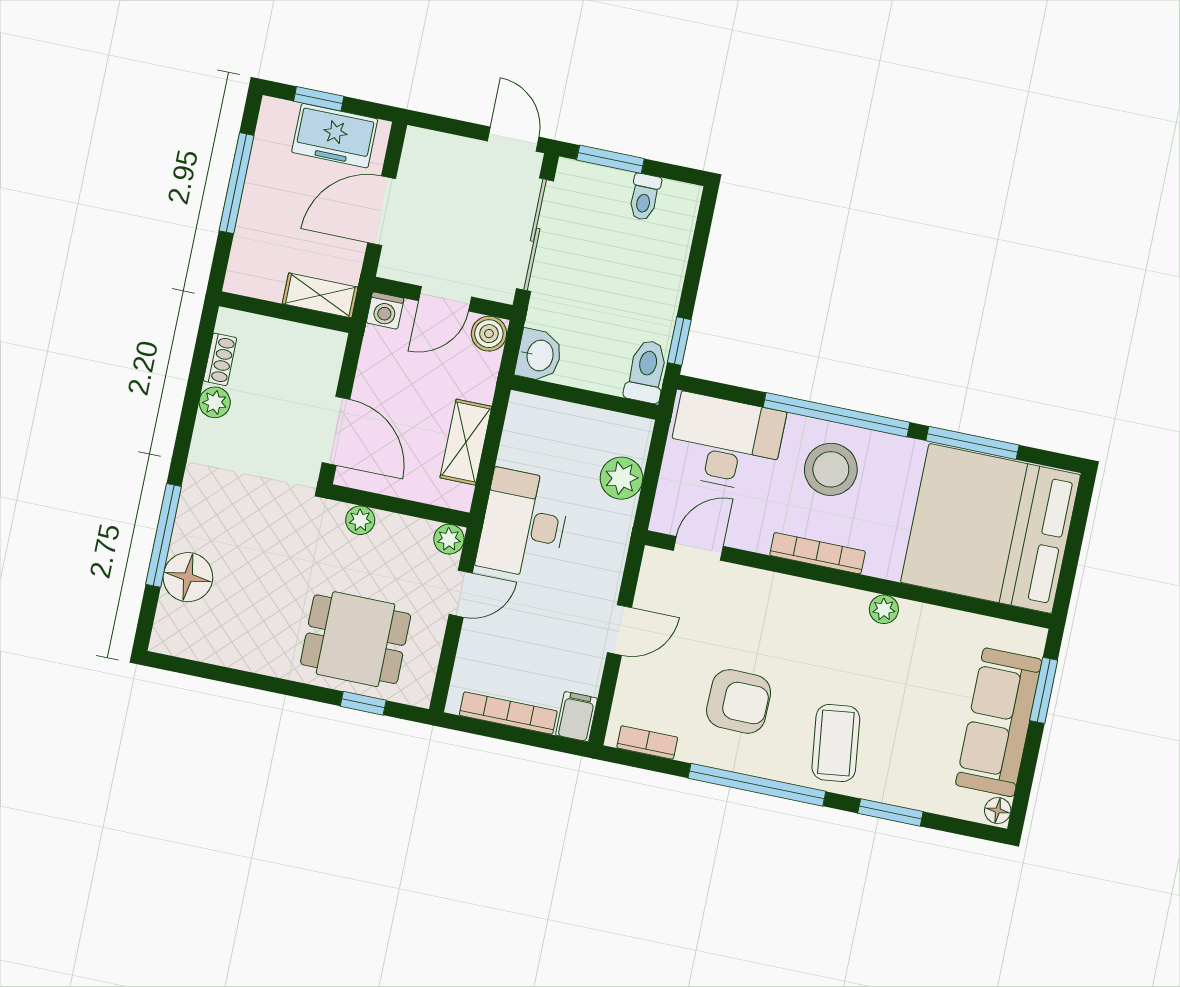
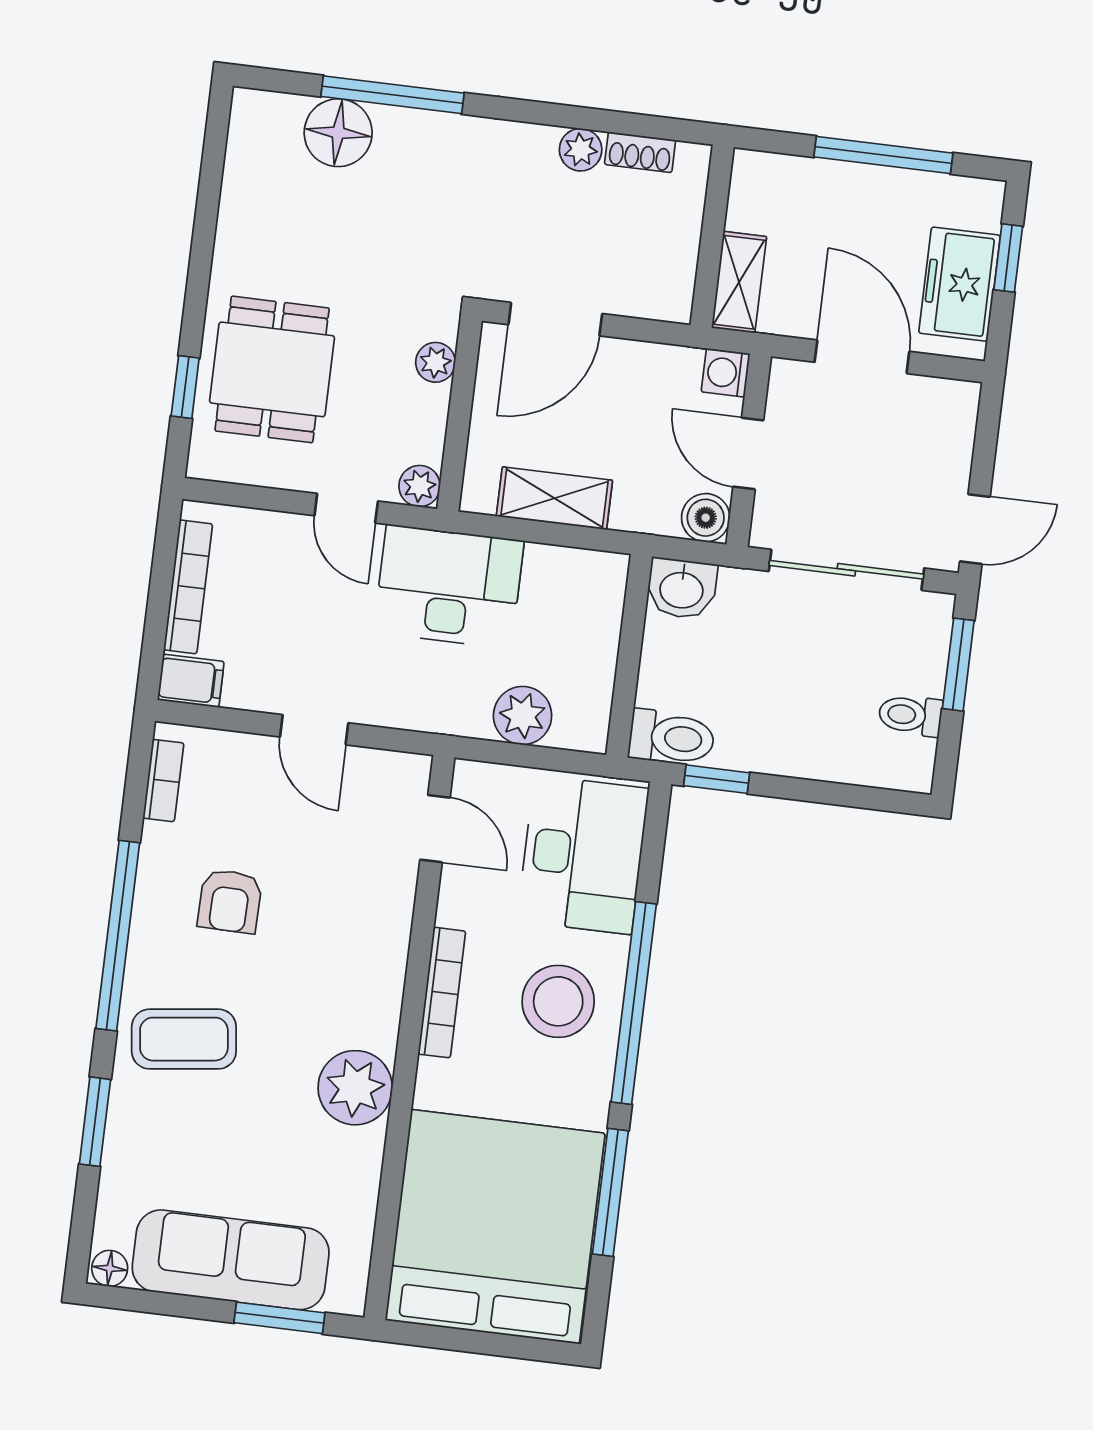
plant: (884, 609) -> (355, 1088), width x1.88, depth x1.88
armchair: (739, 701) -> (230, 901), width x0.72, depth x0.72

